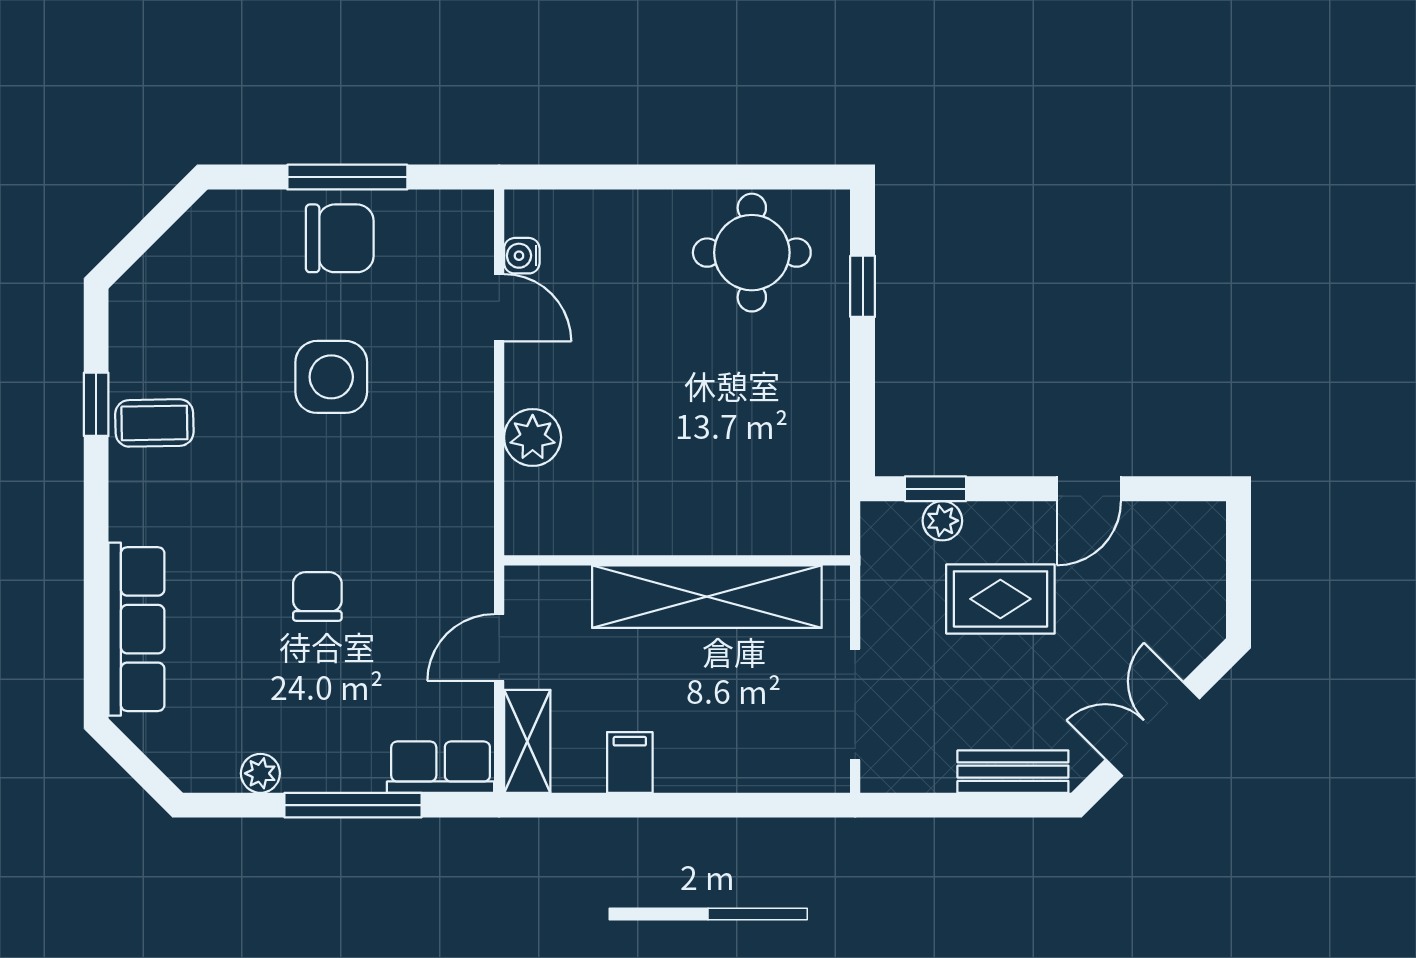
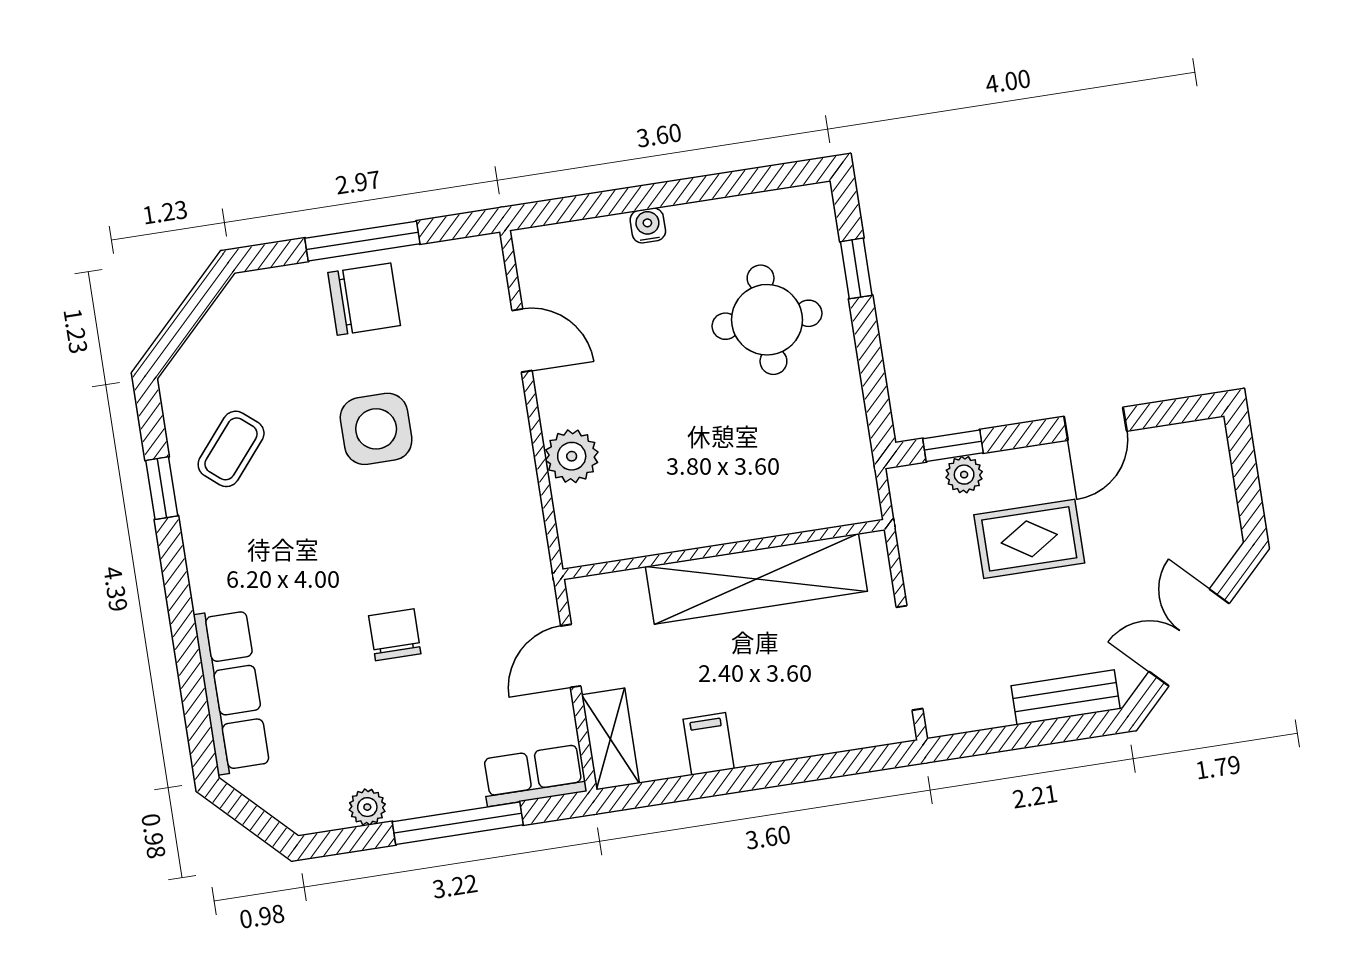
round table: (752, 253) -> (767, 320), moved
water cooler: (522, 256) -> (648, 225), moved, turned 90
coffee table: (154, 423) -> (231, 449), moved, turned -49

